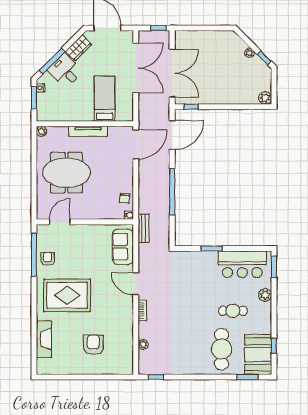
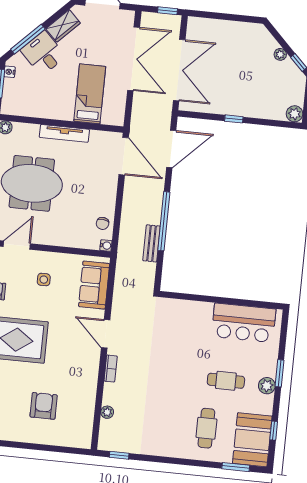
window: (191, 107) -> (234, 119), moved
door: (136, 144) -> (124, 156), hinge flipped
bench: (144, 228) -> (152, 243), moved
side table: (83, 247) -> (44, 280), added
window: (212, 249) -> (207, 299), removed
window: (274, 267) -> (279, 373), moved
plant: (265, 295) -> (267, 386), moved
cafe table: (222, 349) -> (206, 428), width x0.73, depth x0.74

